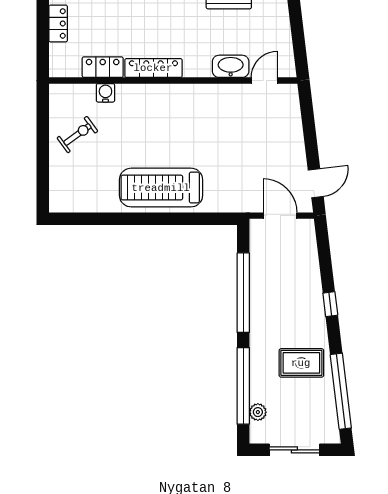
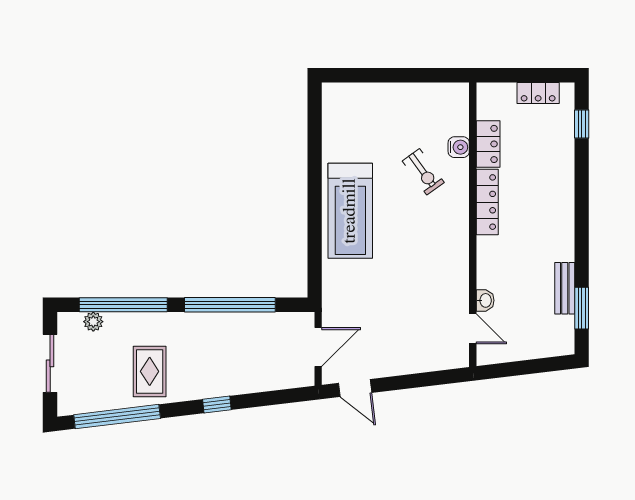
washbasin: (231, 66) -> (485, 300), width x0.52, depth x0.69
exercise bike: (77, 135) -> (423, 172), moved
treadmill: (161, 188) -> (350, 211), turned 180

